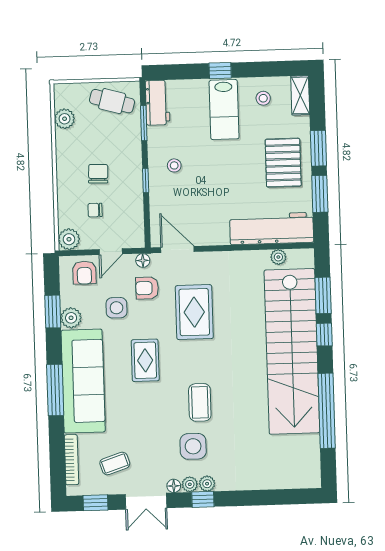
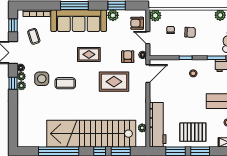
side table: (116, 308) -> (118, 40), removed

